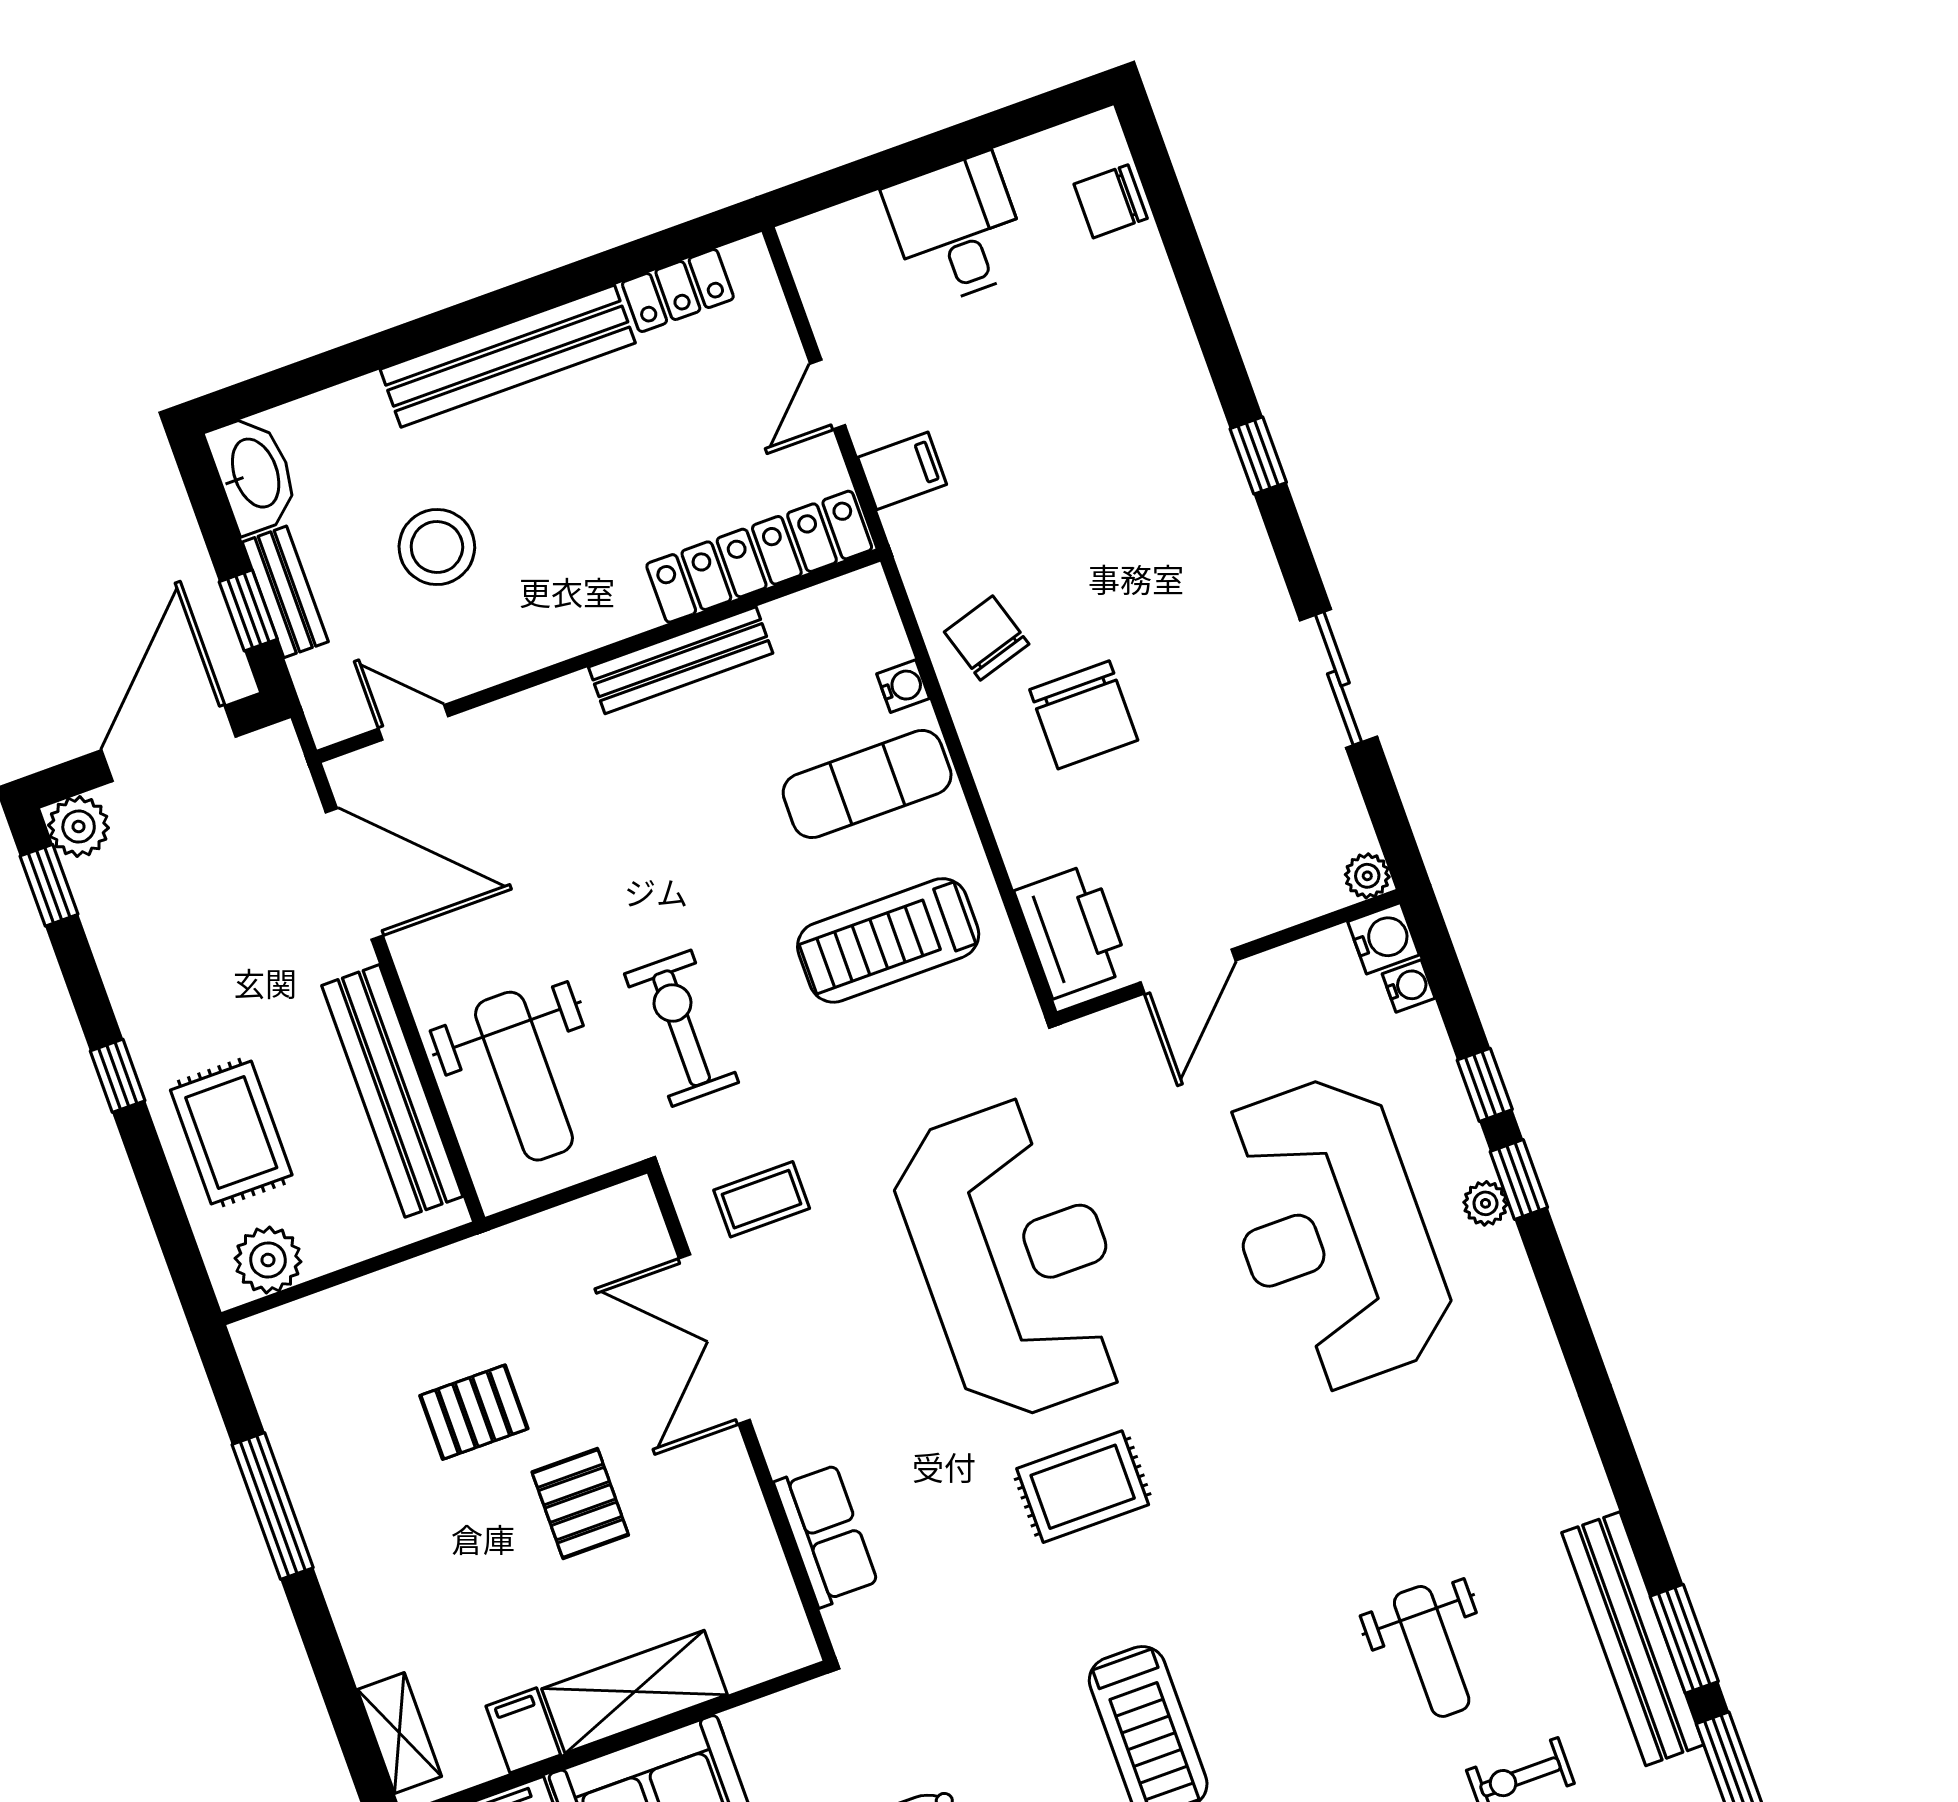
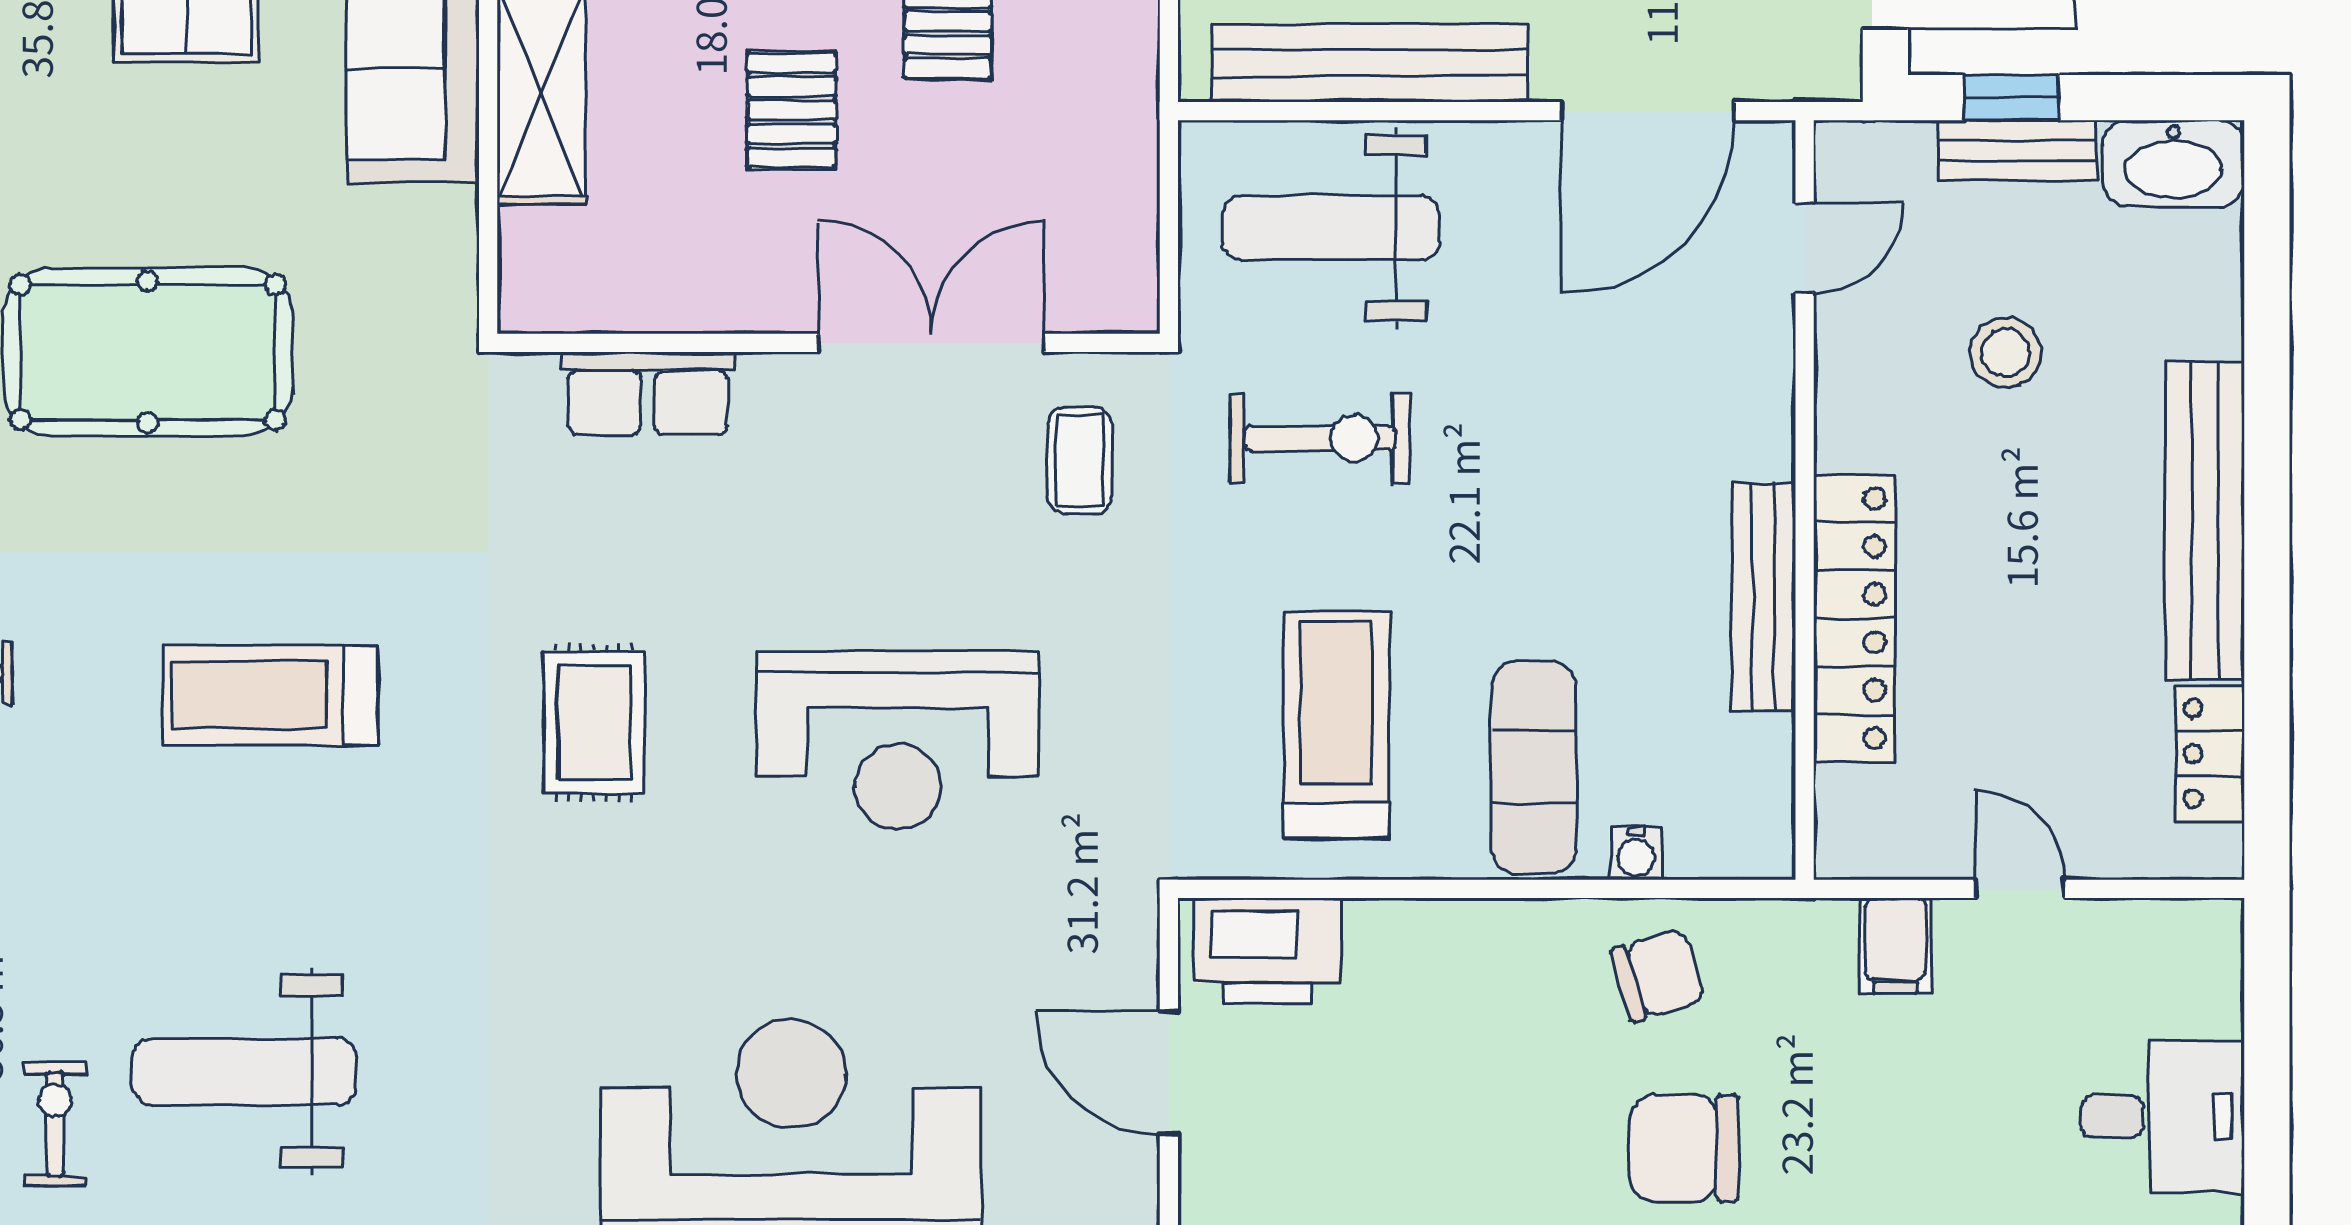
stool: (437, 547) -> (2006, 352), width x0.73, depth x0.73
locker: (759, 557) -> (1854, 618), moved
chair: (1084, 715) -> (1684, 1148), moved
reception desk: (1015, 1259) -> (897, 740), width x0.74, depth x0.77
pallet: (580, 1504) -> (792, 110), turned 90
weight bench: (1432, 1651) -> (244, 1071), width x1.36, depth x1.33

